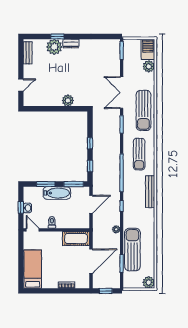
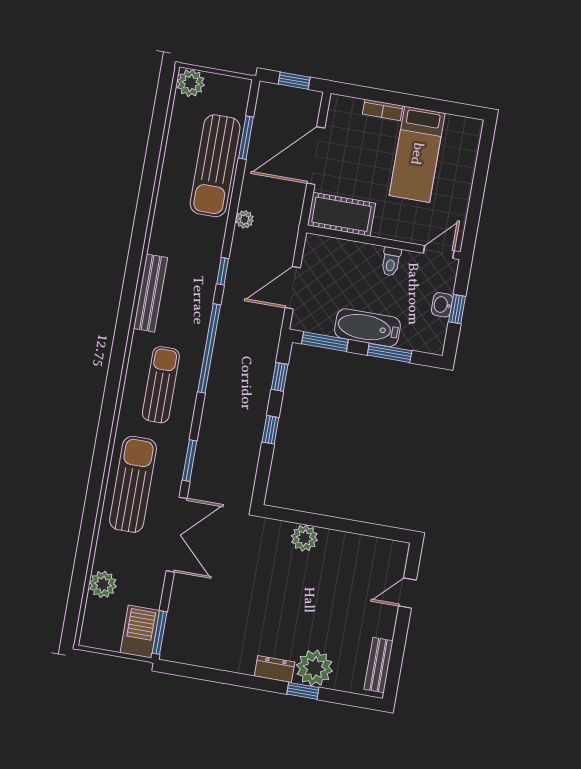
barbecue: (148, 49) -> (140, 632), moved, turned 180
door: (33, 230) -> (439, 252), swing flipped
bed: (33, 269) -> (417, 154), moved

